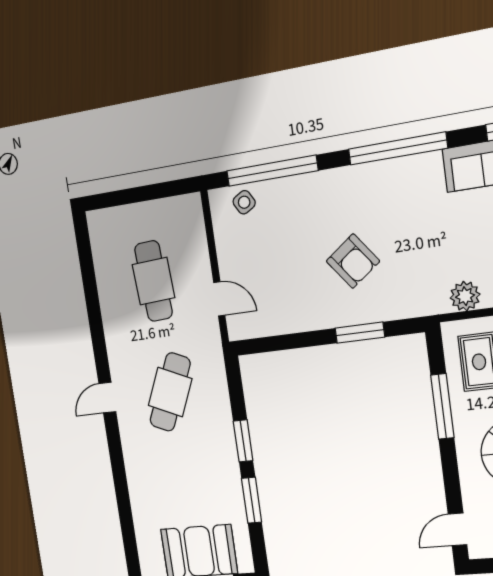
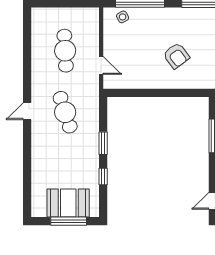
window: (360, 333) -> (175, 93), removed
cafe table: (170, 392) -> (65, 112), turned -42
window: (252, 500) -> (103, 176), width x0.67

